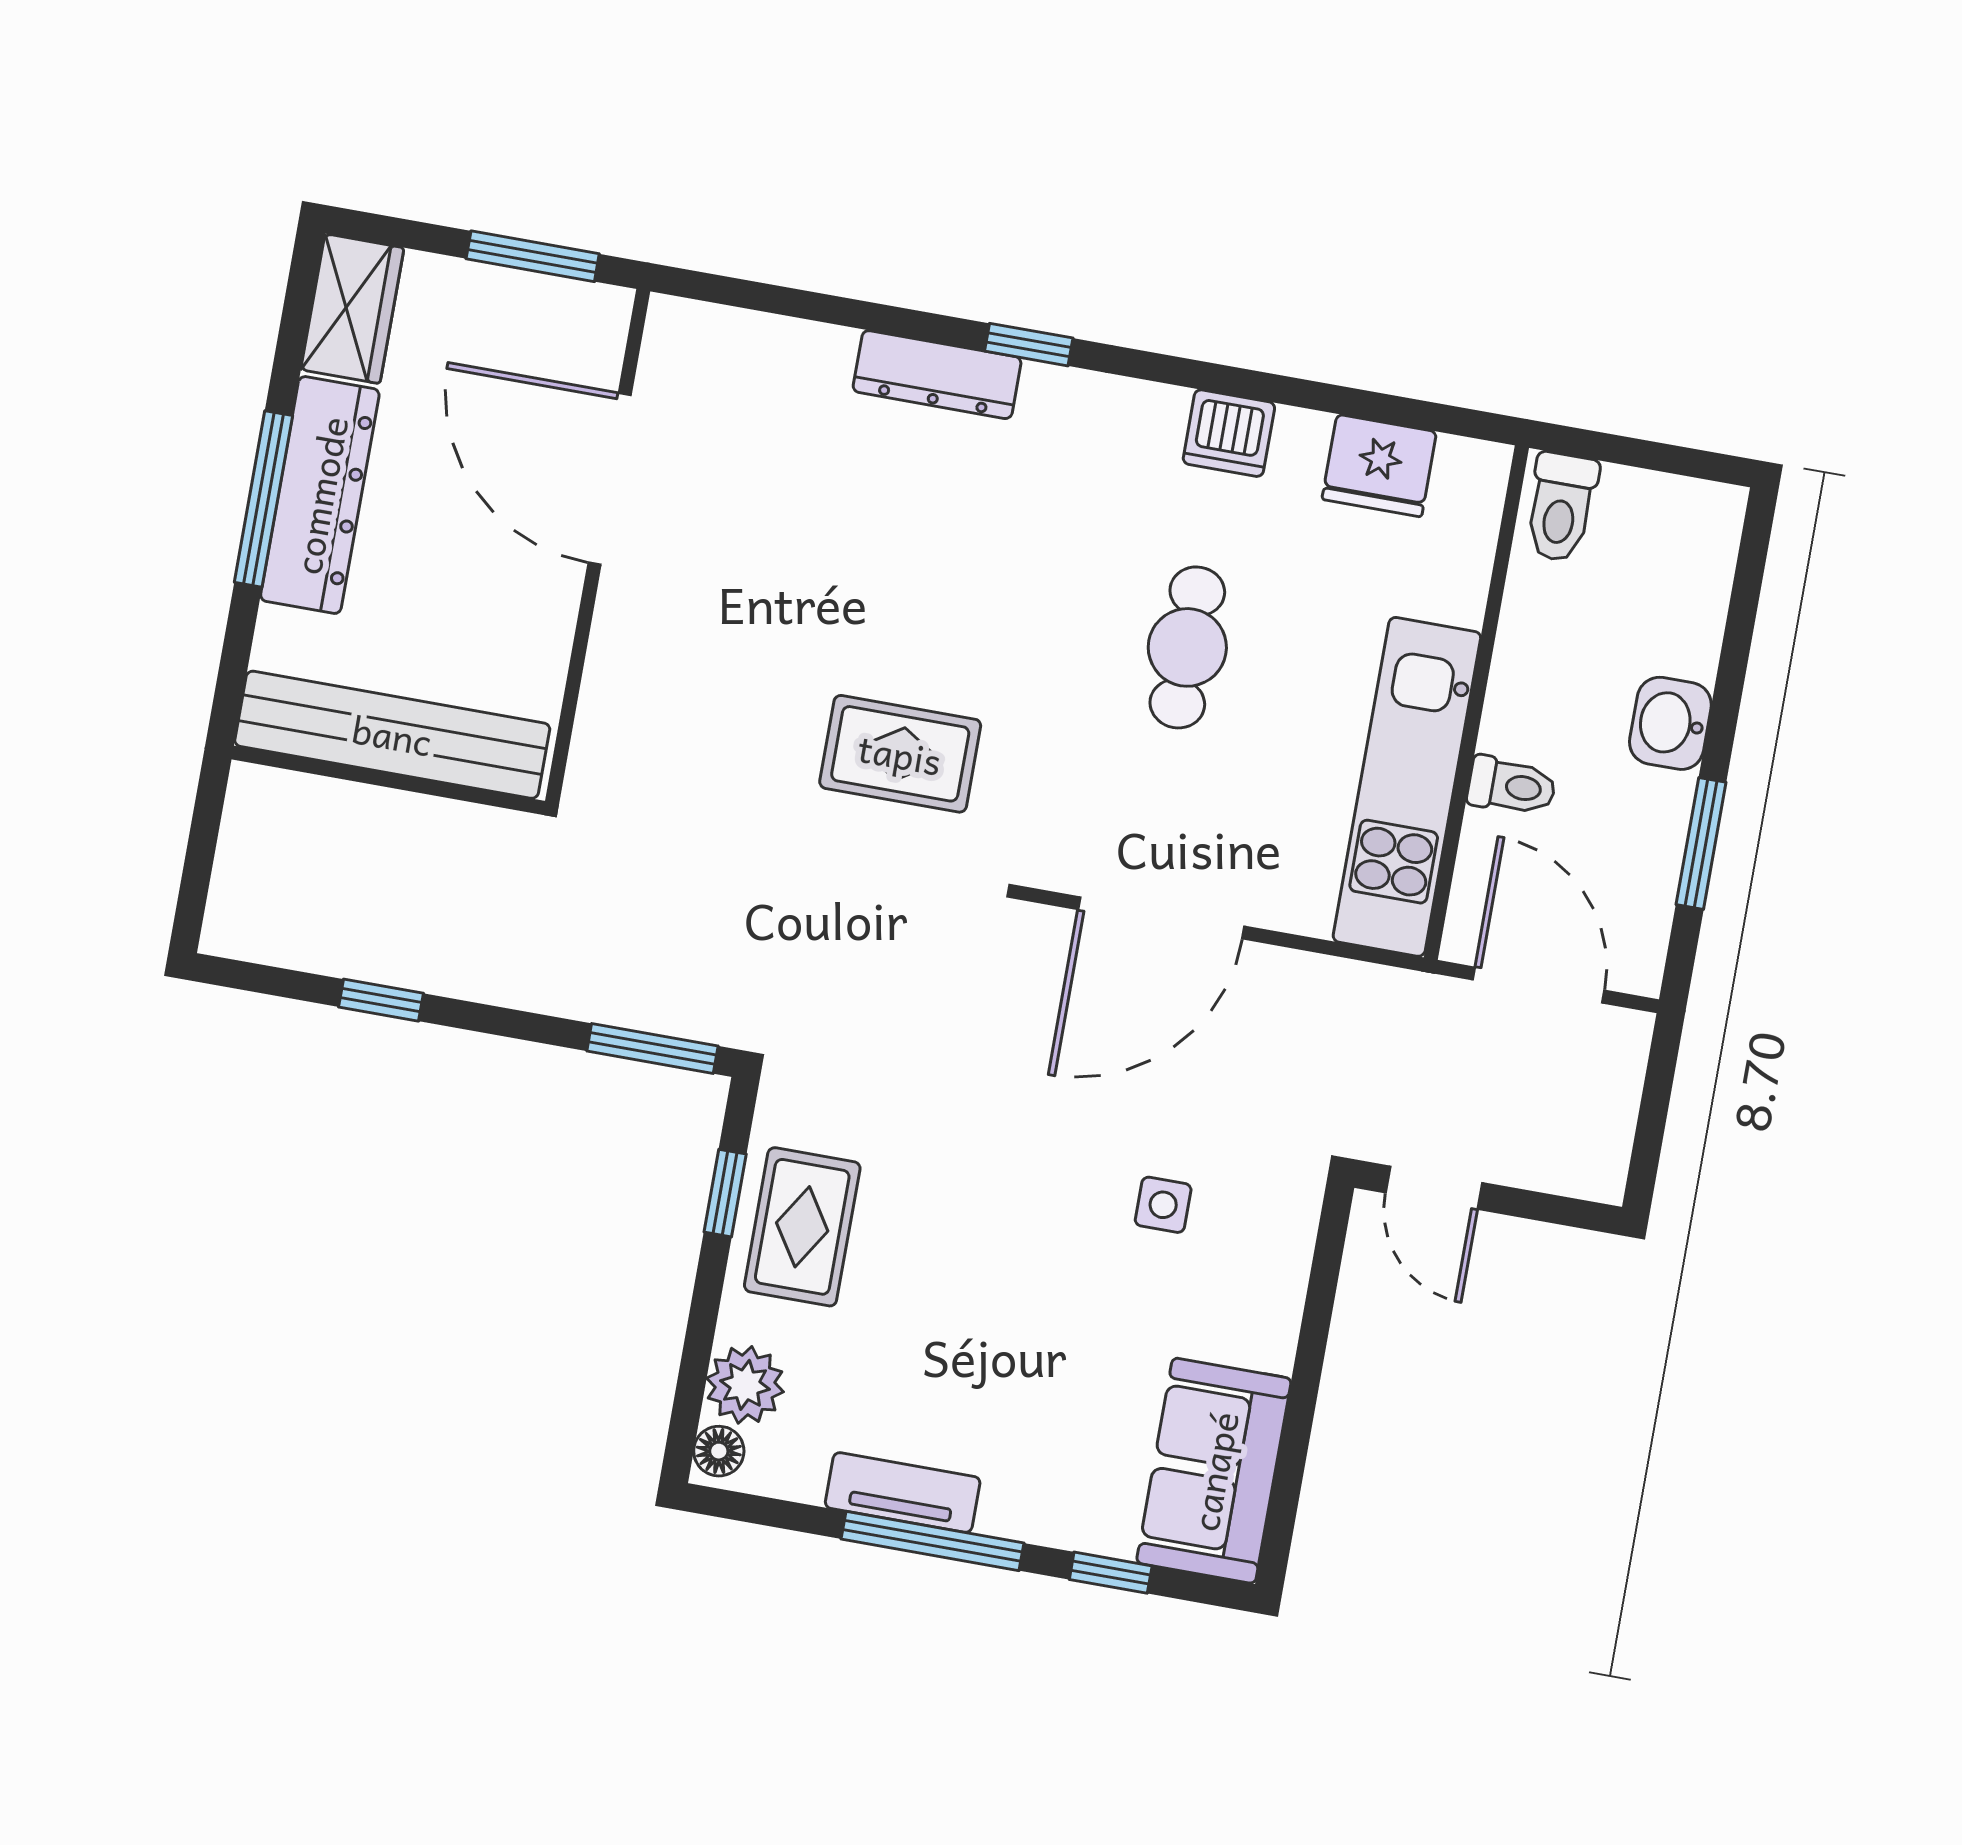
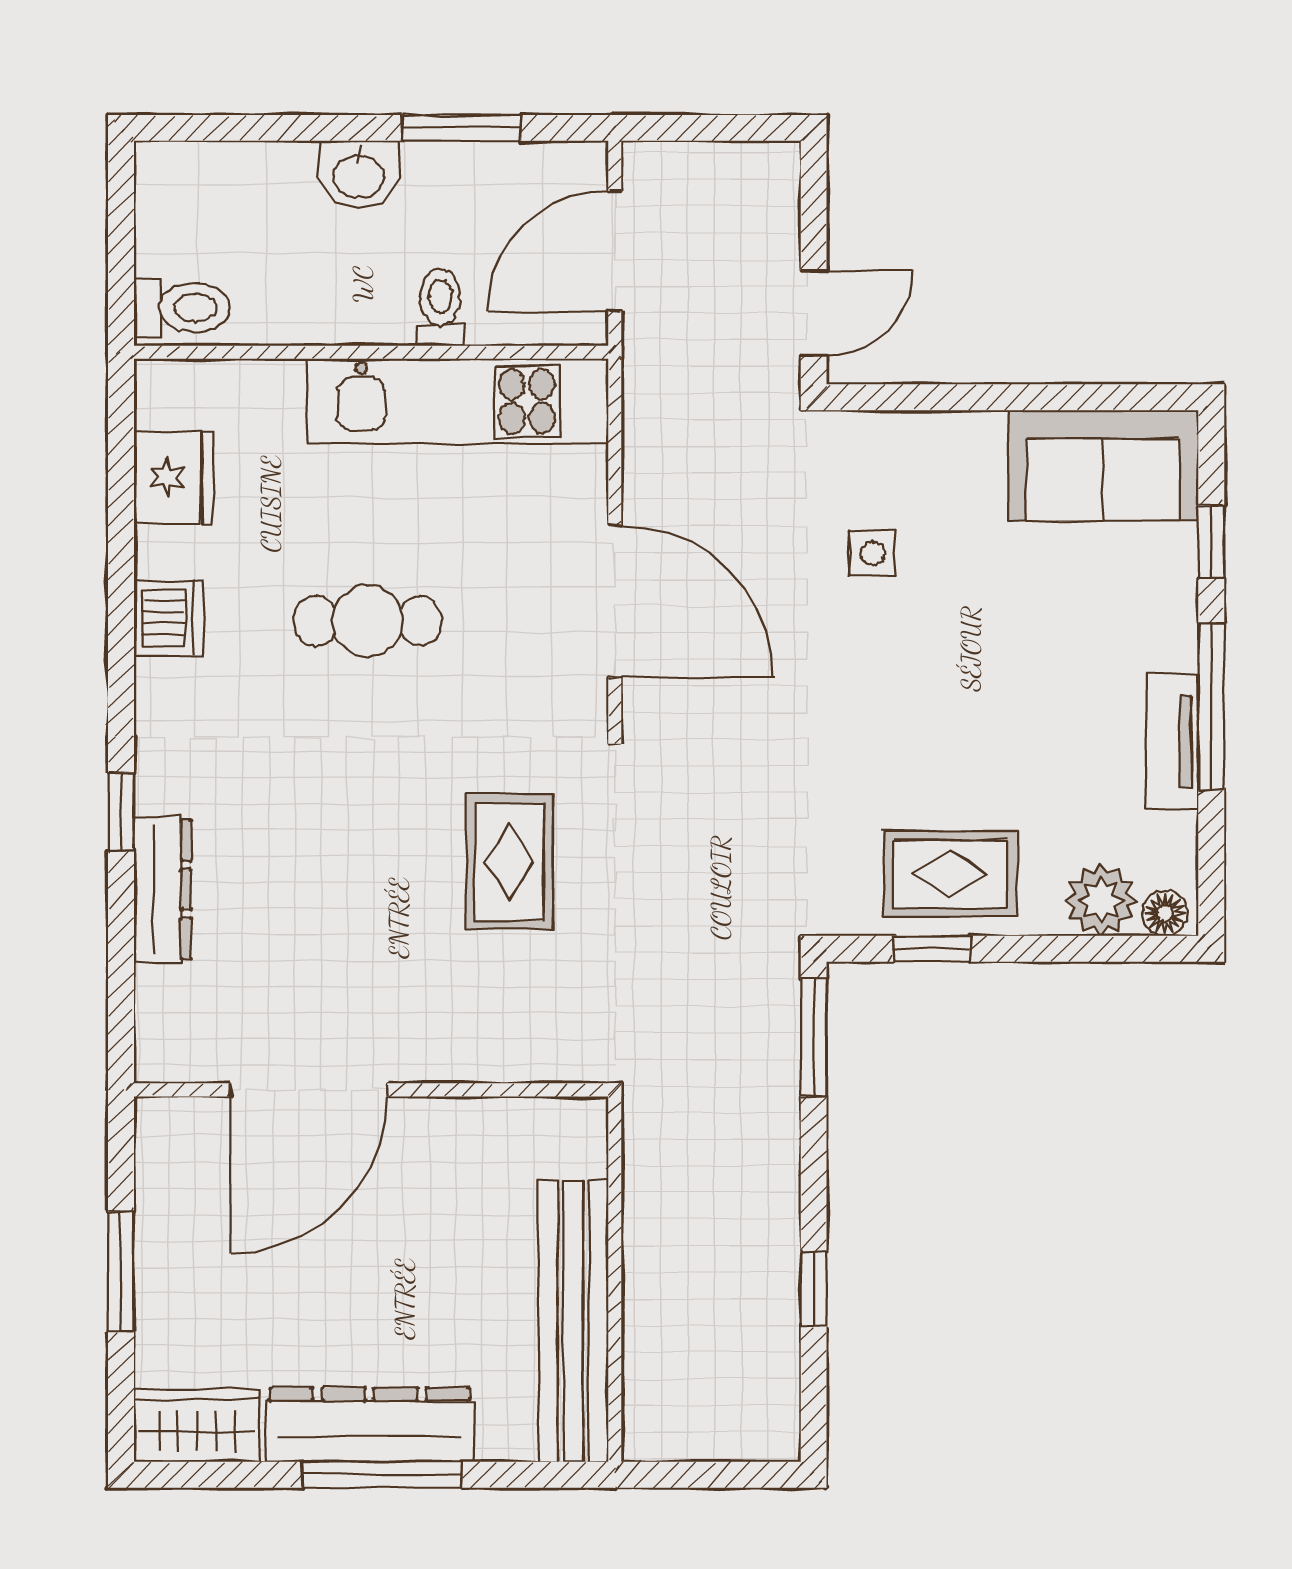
door: (610, 479) -> (309, 1090), moved
wall: (598, 546) -> (371, 1090), moved

